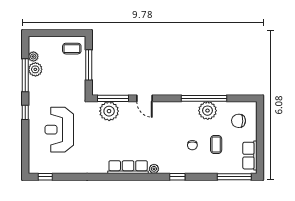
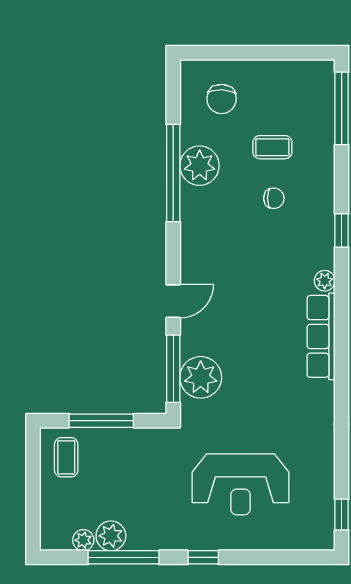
row of seats: (250, 156) -> (296, 74), removed

